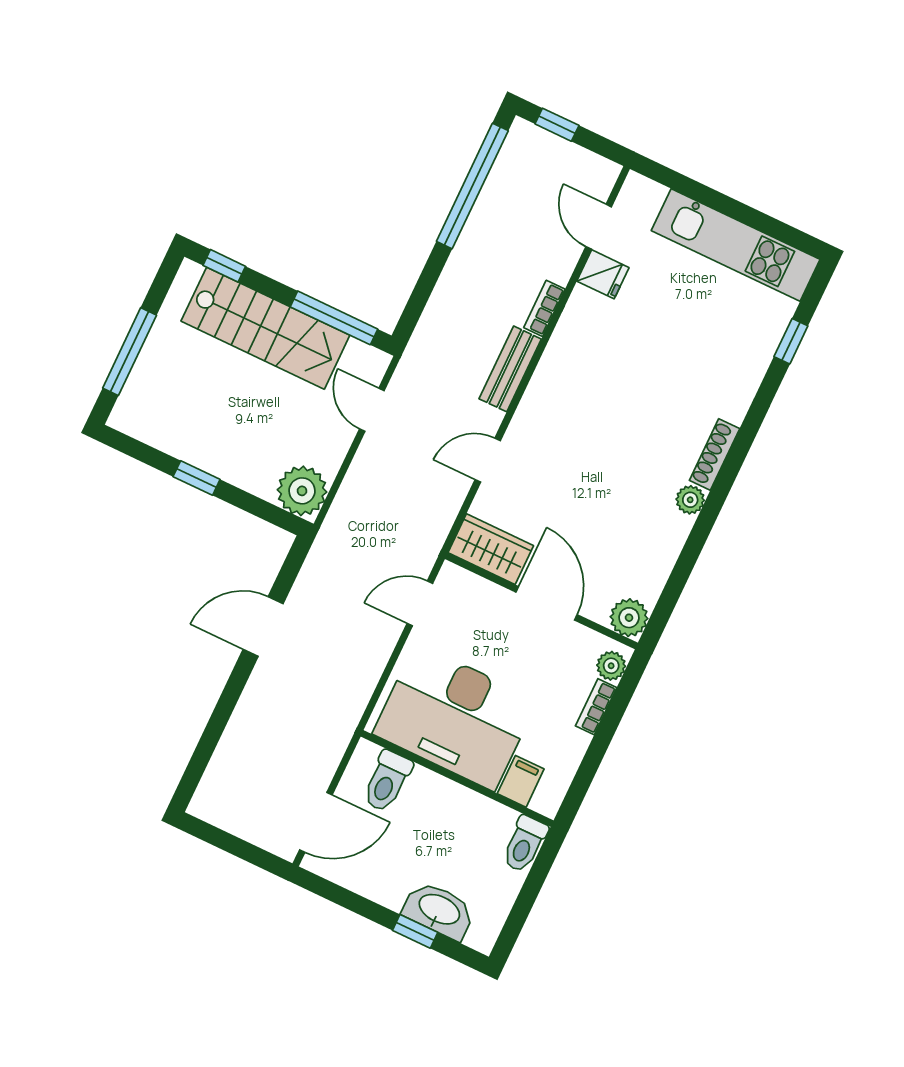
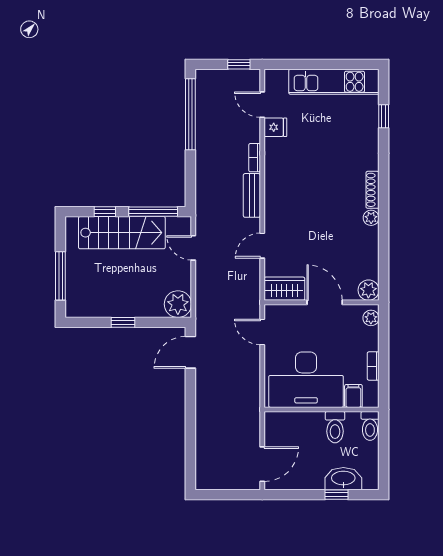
window: (557, 125) -> (239, 64), moved
window: (224, 266) -> (105, 212), moved
door: (420, 603) -> (262, 332), hinge flipped
door: (263, 627) -> (190, 352), moved
bookcase: (596, 707) -> (373, 366), moved
toilet: (387, 781) -> (335, 427), moved

